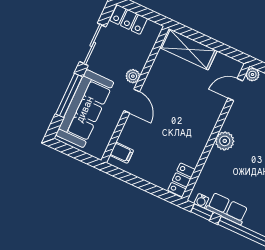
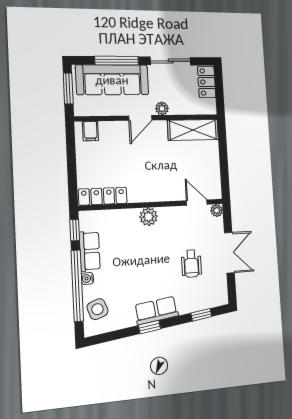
shelving: (188, 49) -> (193, 130), moved, turned 90
window: (74, 153) -> (68, 89), added
locker: (181, 180) -> (103, 196), width x1.53
water cooler: (201, 201) -> (87, 278), moved

